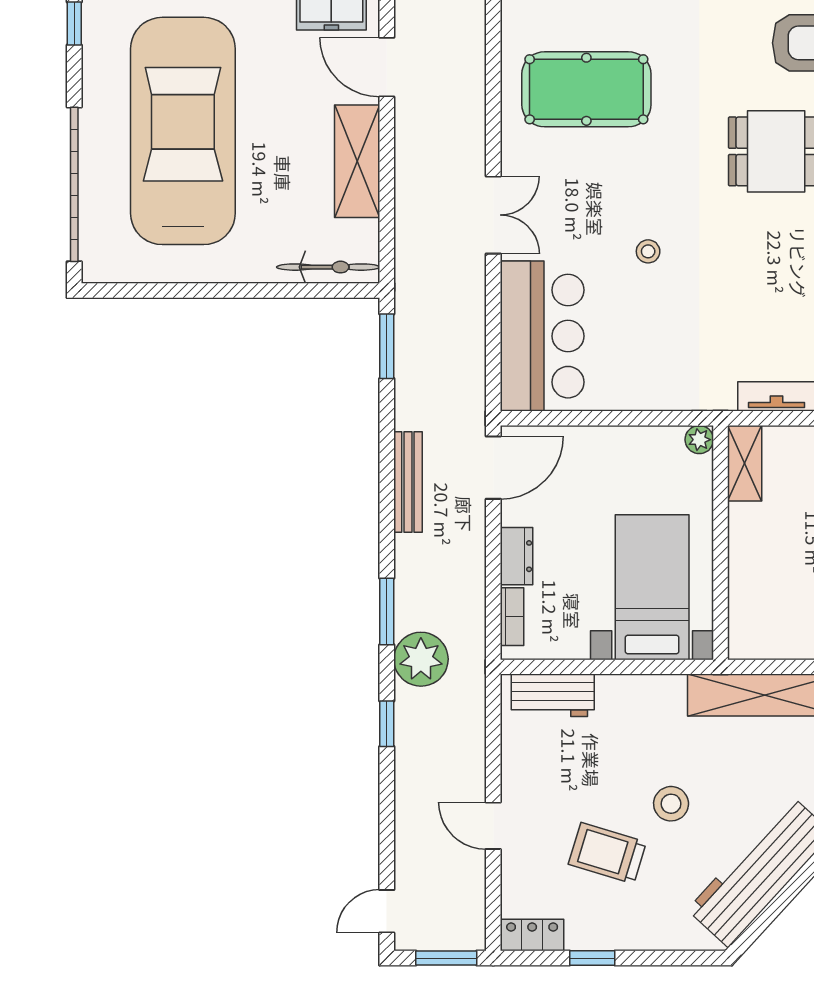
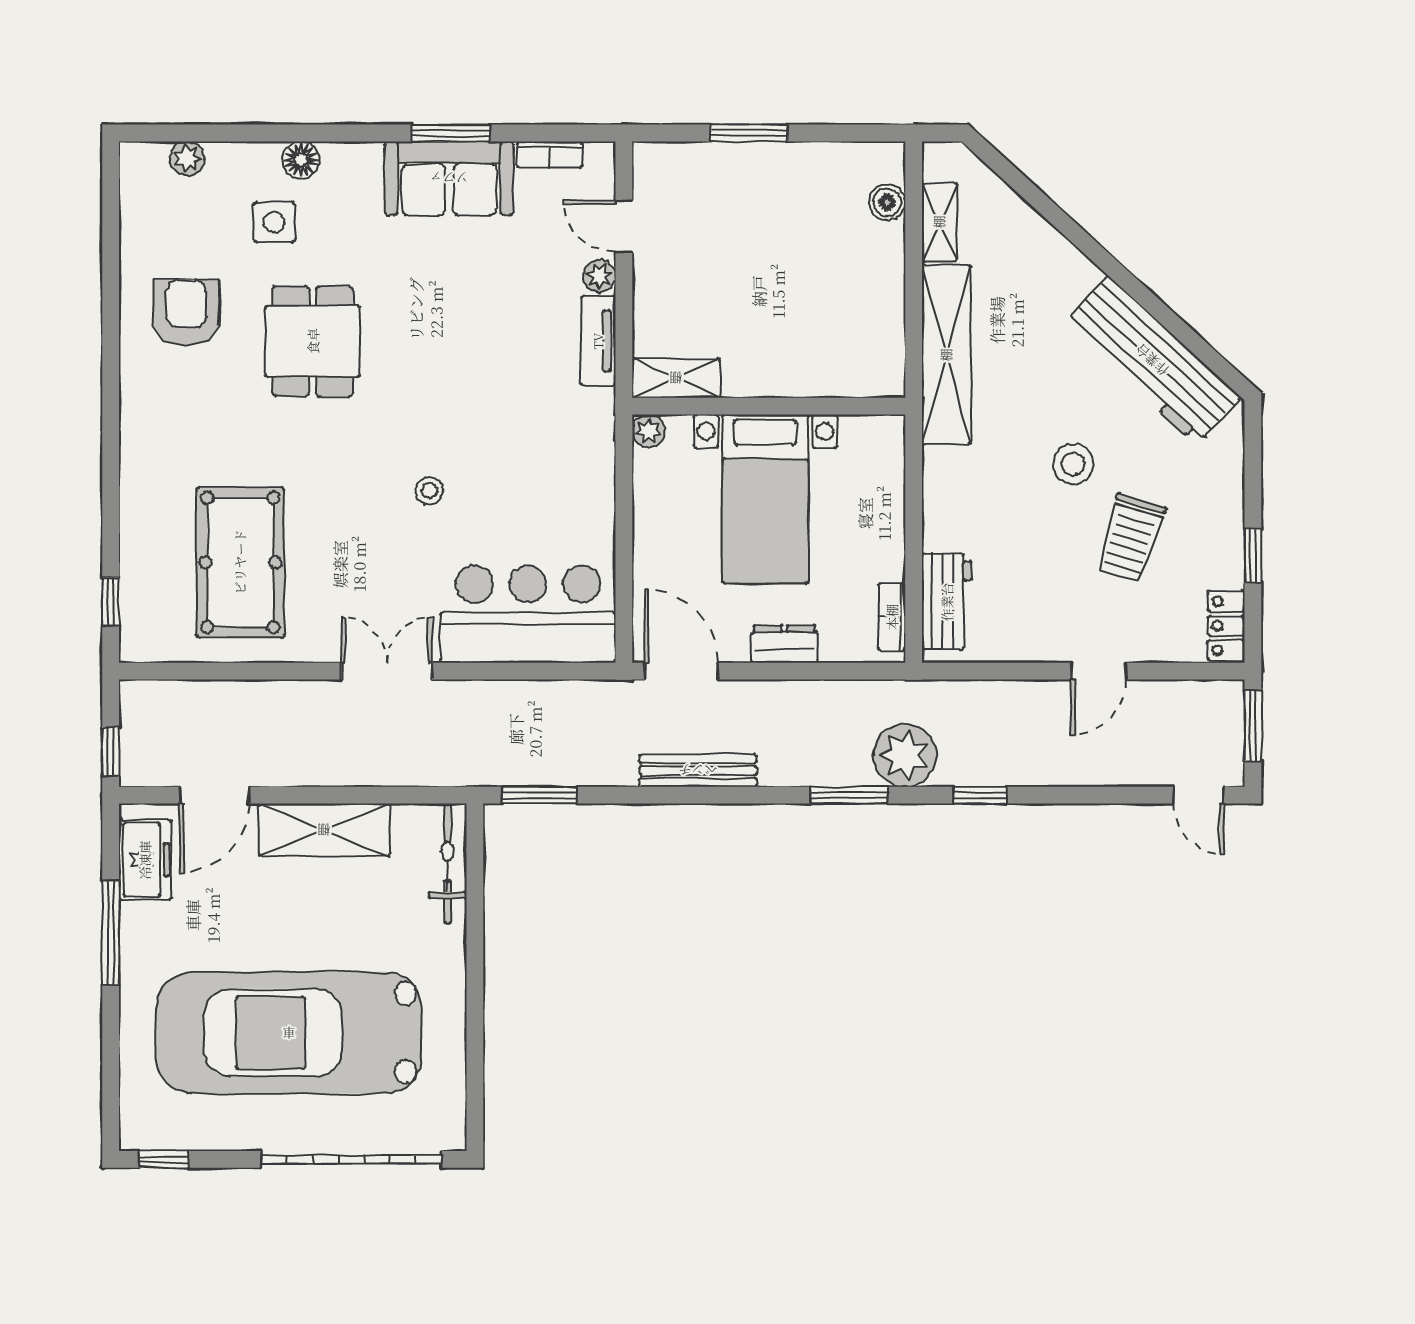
bed with nightstands: (652, 587) -> (765, 499), moved, turned -90
bookcase: (512, 617) -> (892, 617), moved, turned -90

